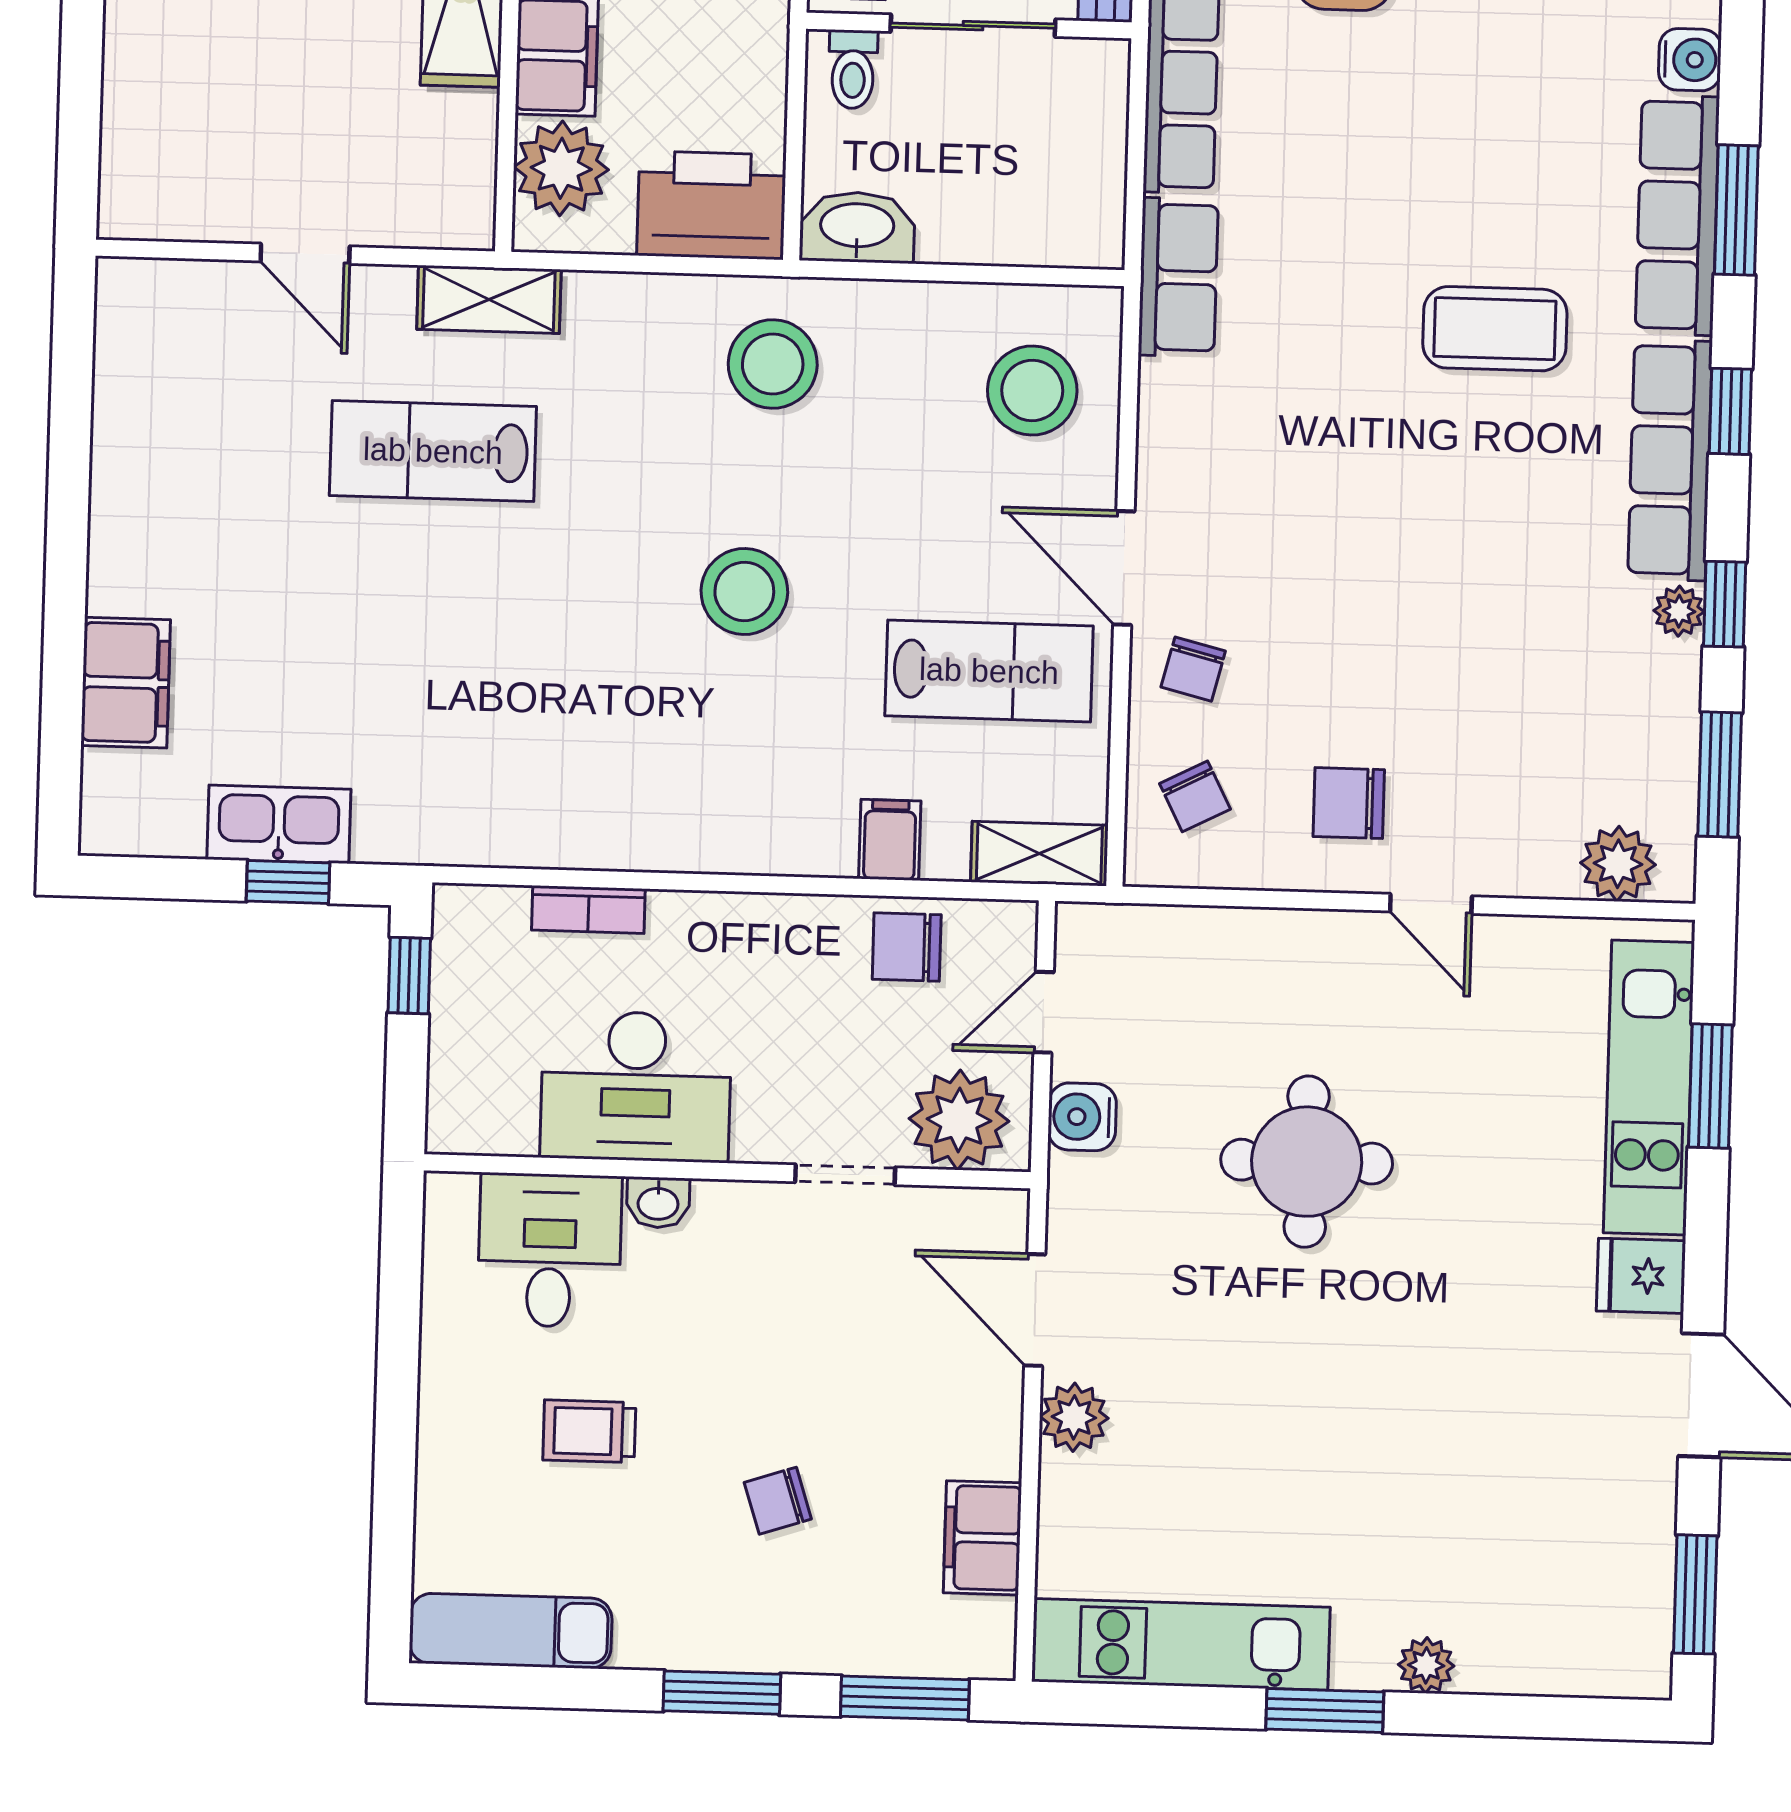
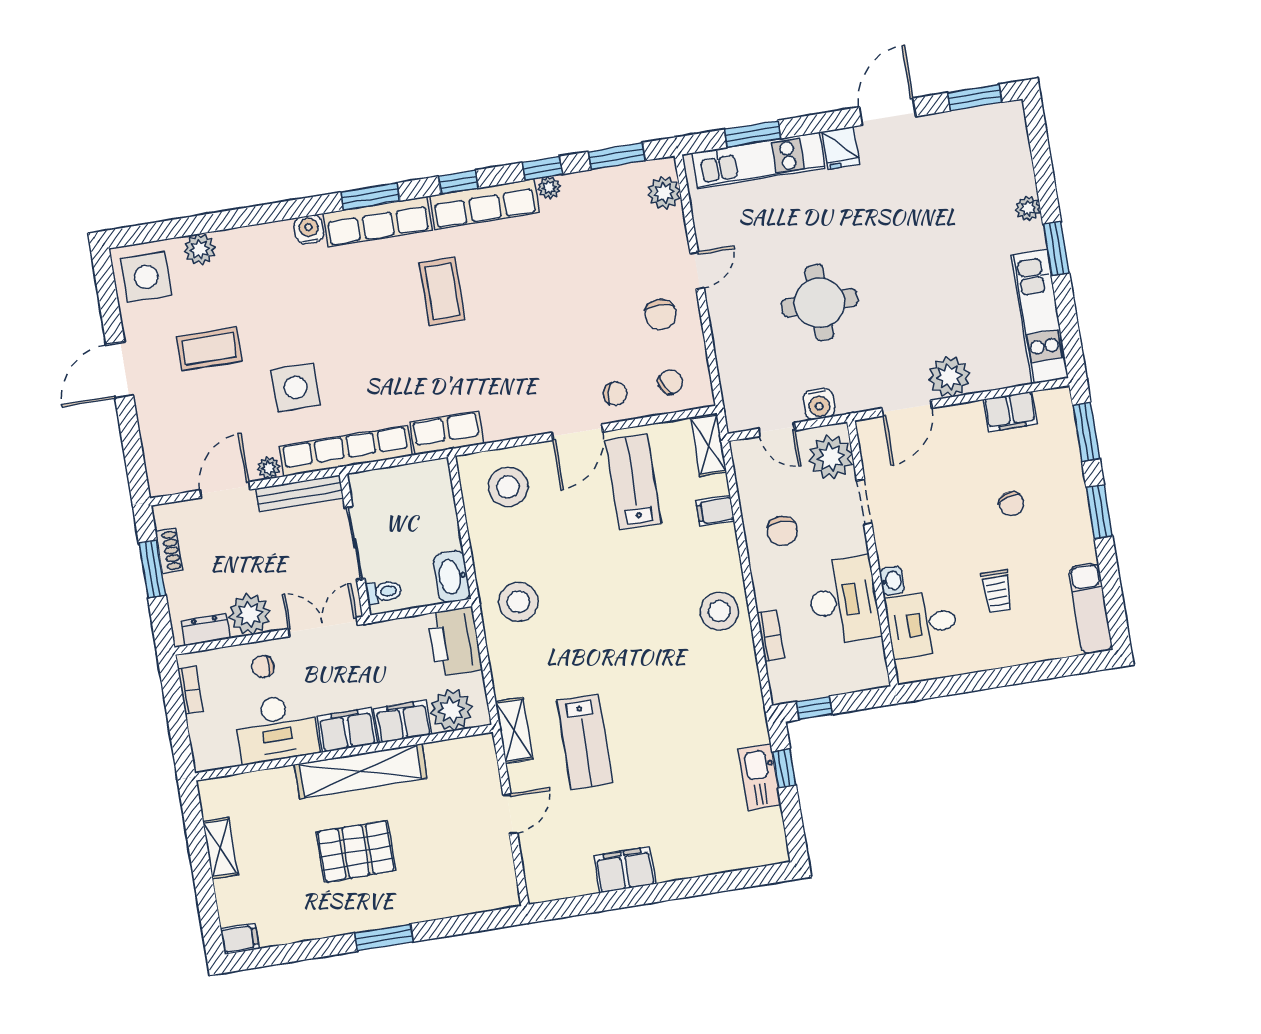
stool: (744, 591) -> (719, 611), moved
filing cabinet: (126, 683) -> (625, 870), moved
chair: (907, 947) -> (782, 531), moved
plant: (1074, 1417) -> (949, 377), width x1.36, depth x1.36

